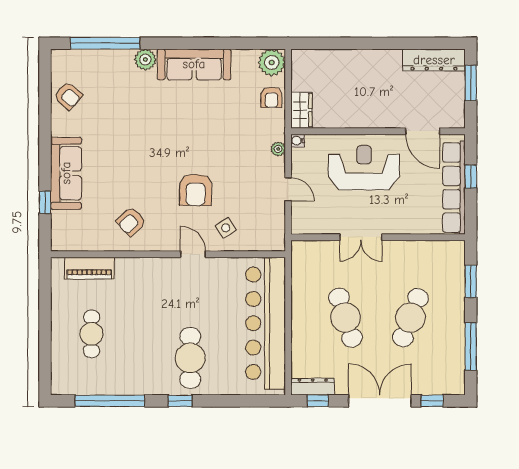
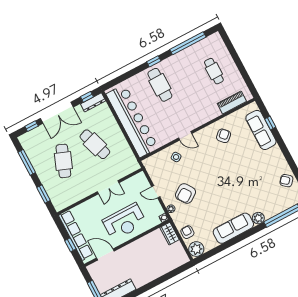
sofa: (66, 173) -> (261, 130), moved
armchair: (196, 190) -> (185, 194), moved, turned -126
double door: (361, 237) -> (108, 187), swing flipped

